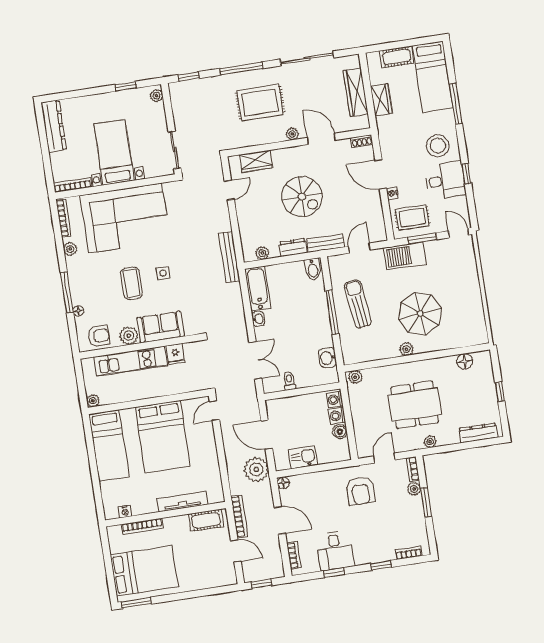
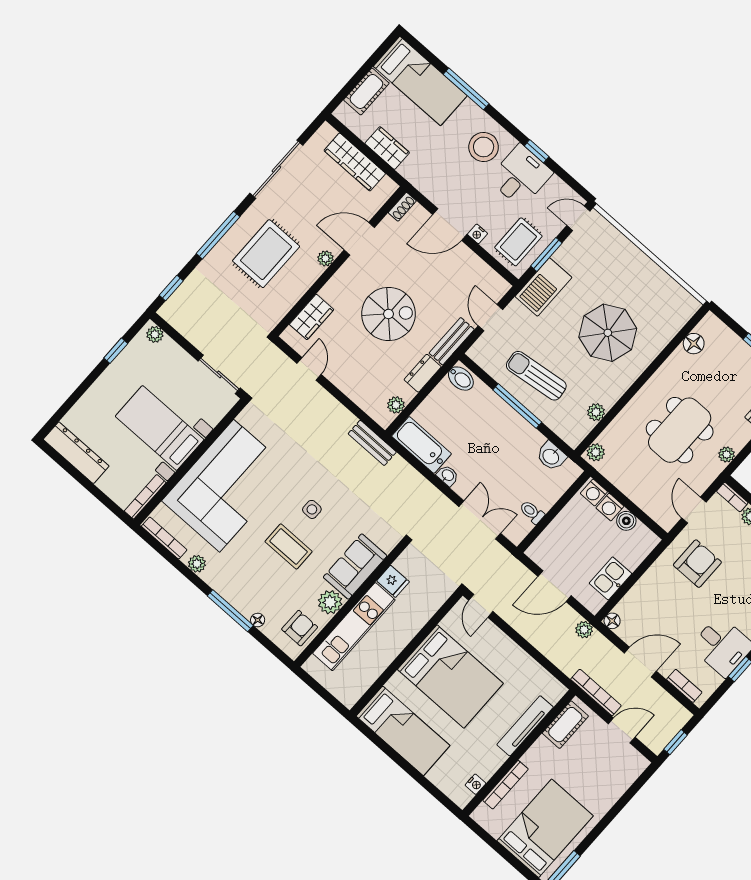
bench: (229, 257) -> (372, 443), width x0.73
plant: (406, 349) -> (596, 412), moved
plant: (93, 401) -> (349, 699), removed
plant: (256, 469) -> (584, 630), width x0.53, depth x0.53
armchair: (360, 491) -> (697, 564), turned -90

